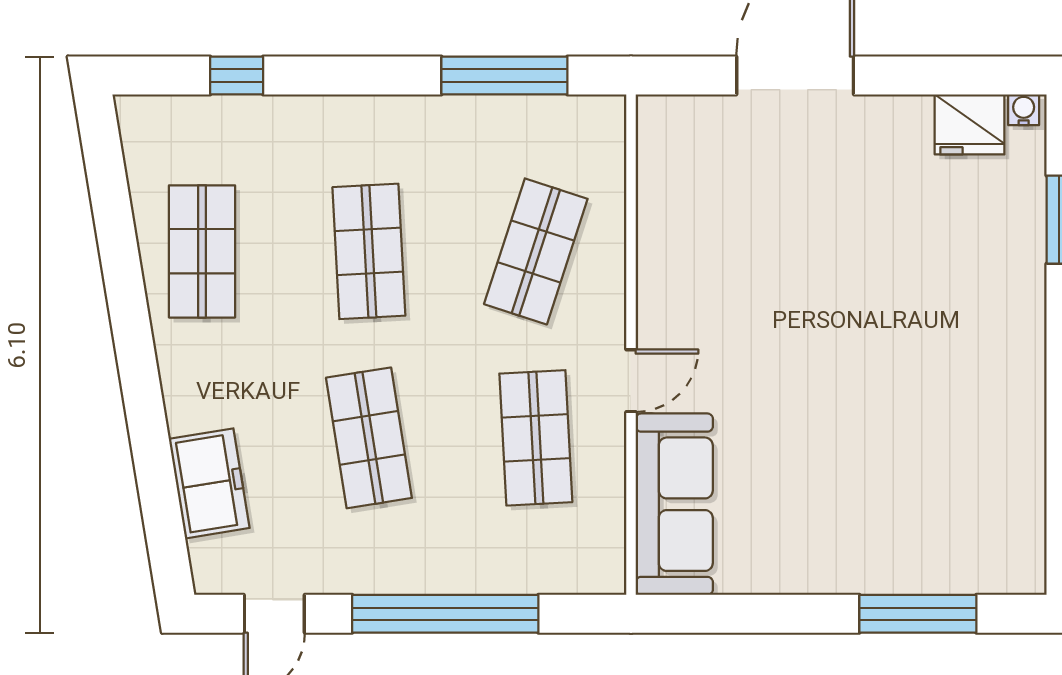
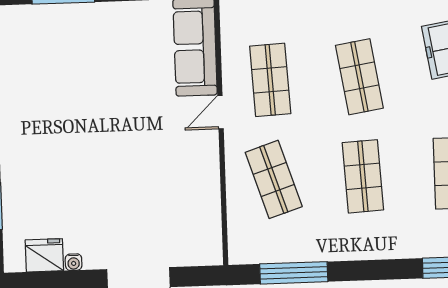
water cooler: (1024, 110) -> (74, 262), moved
shop shelf: (536, 251) -> (274, 179), turned -36

